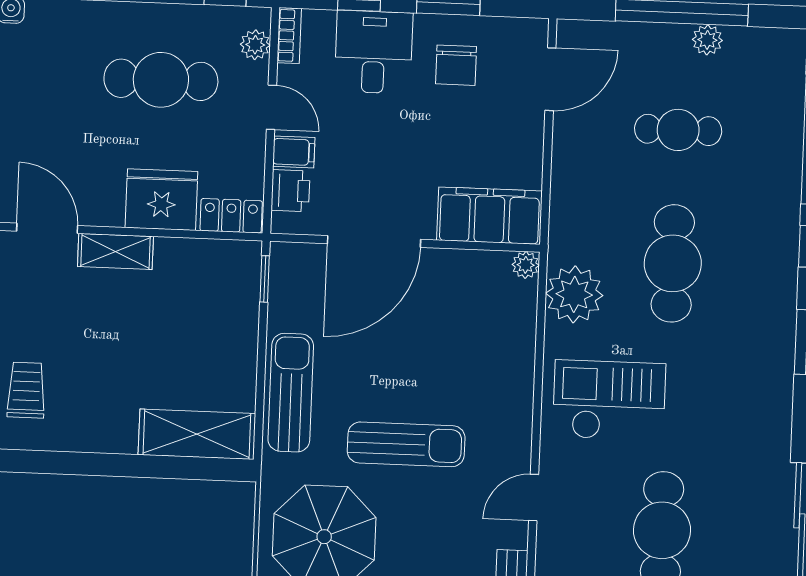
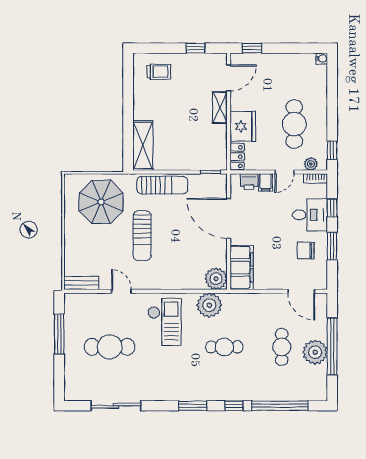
plant: (707, 40) -> (315, 352), width x1.88, depth x1.88
cafe table: (673, 263) -> (224, 347), width x0.73, depth x0.74
plant: (526, 265) -> (216, 279), width x1.88, depth x1.88

